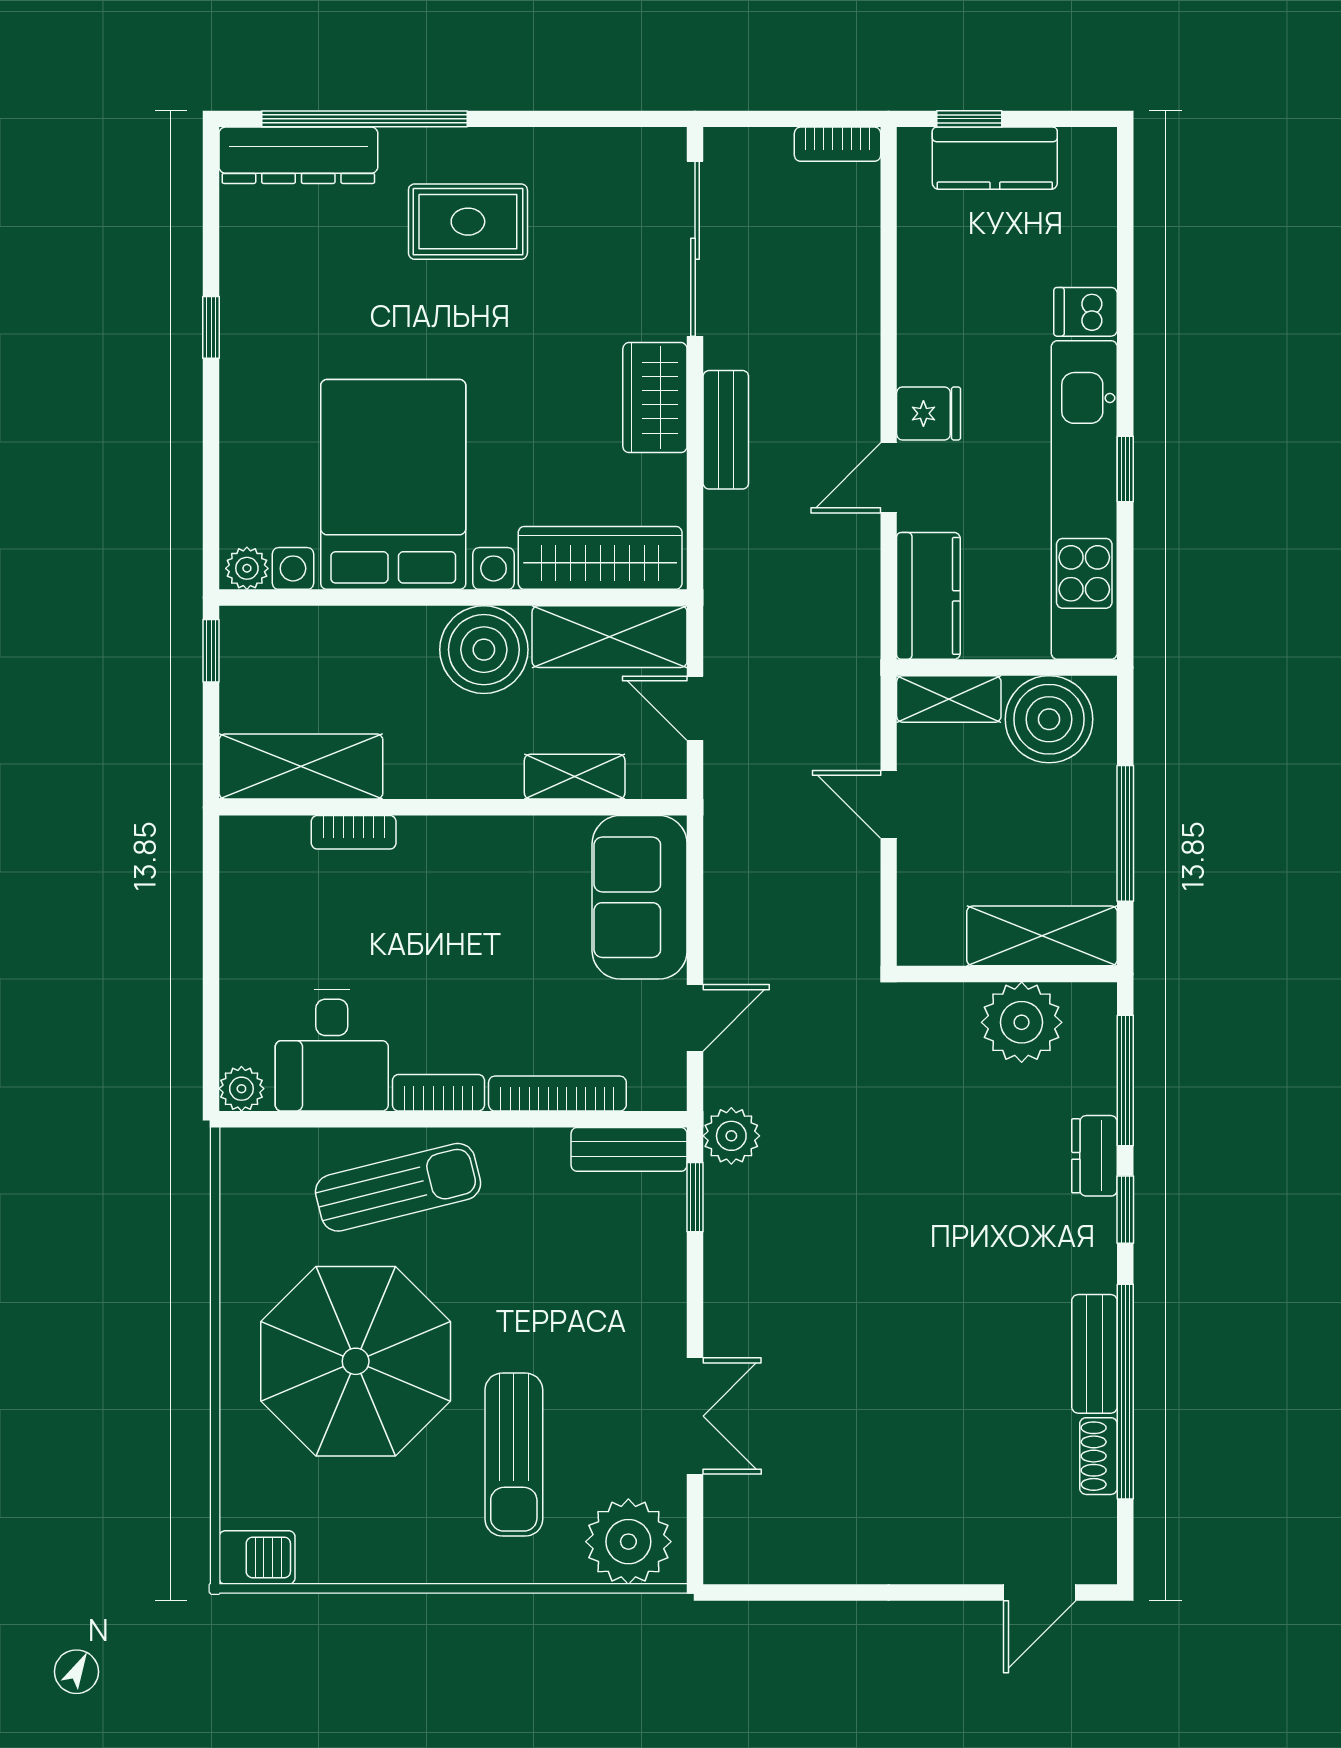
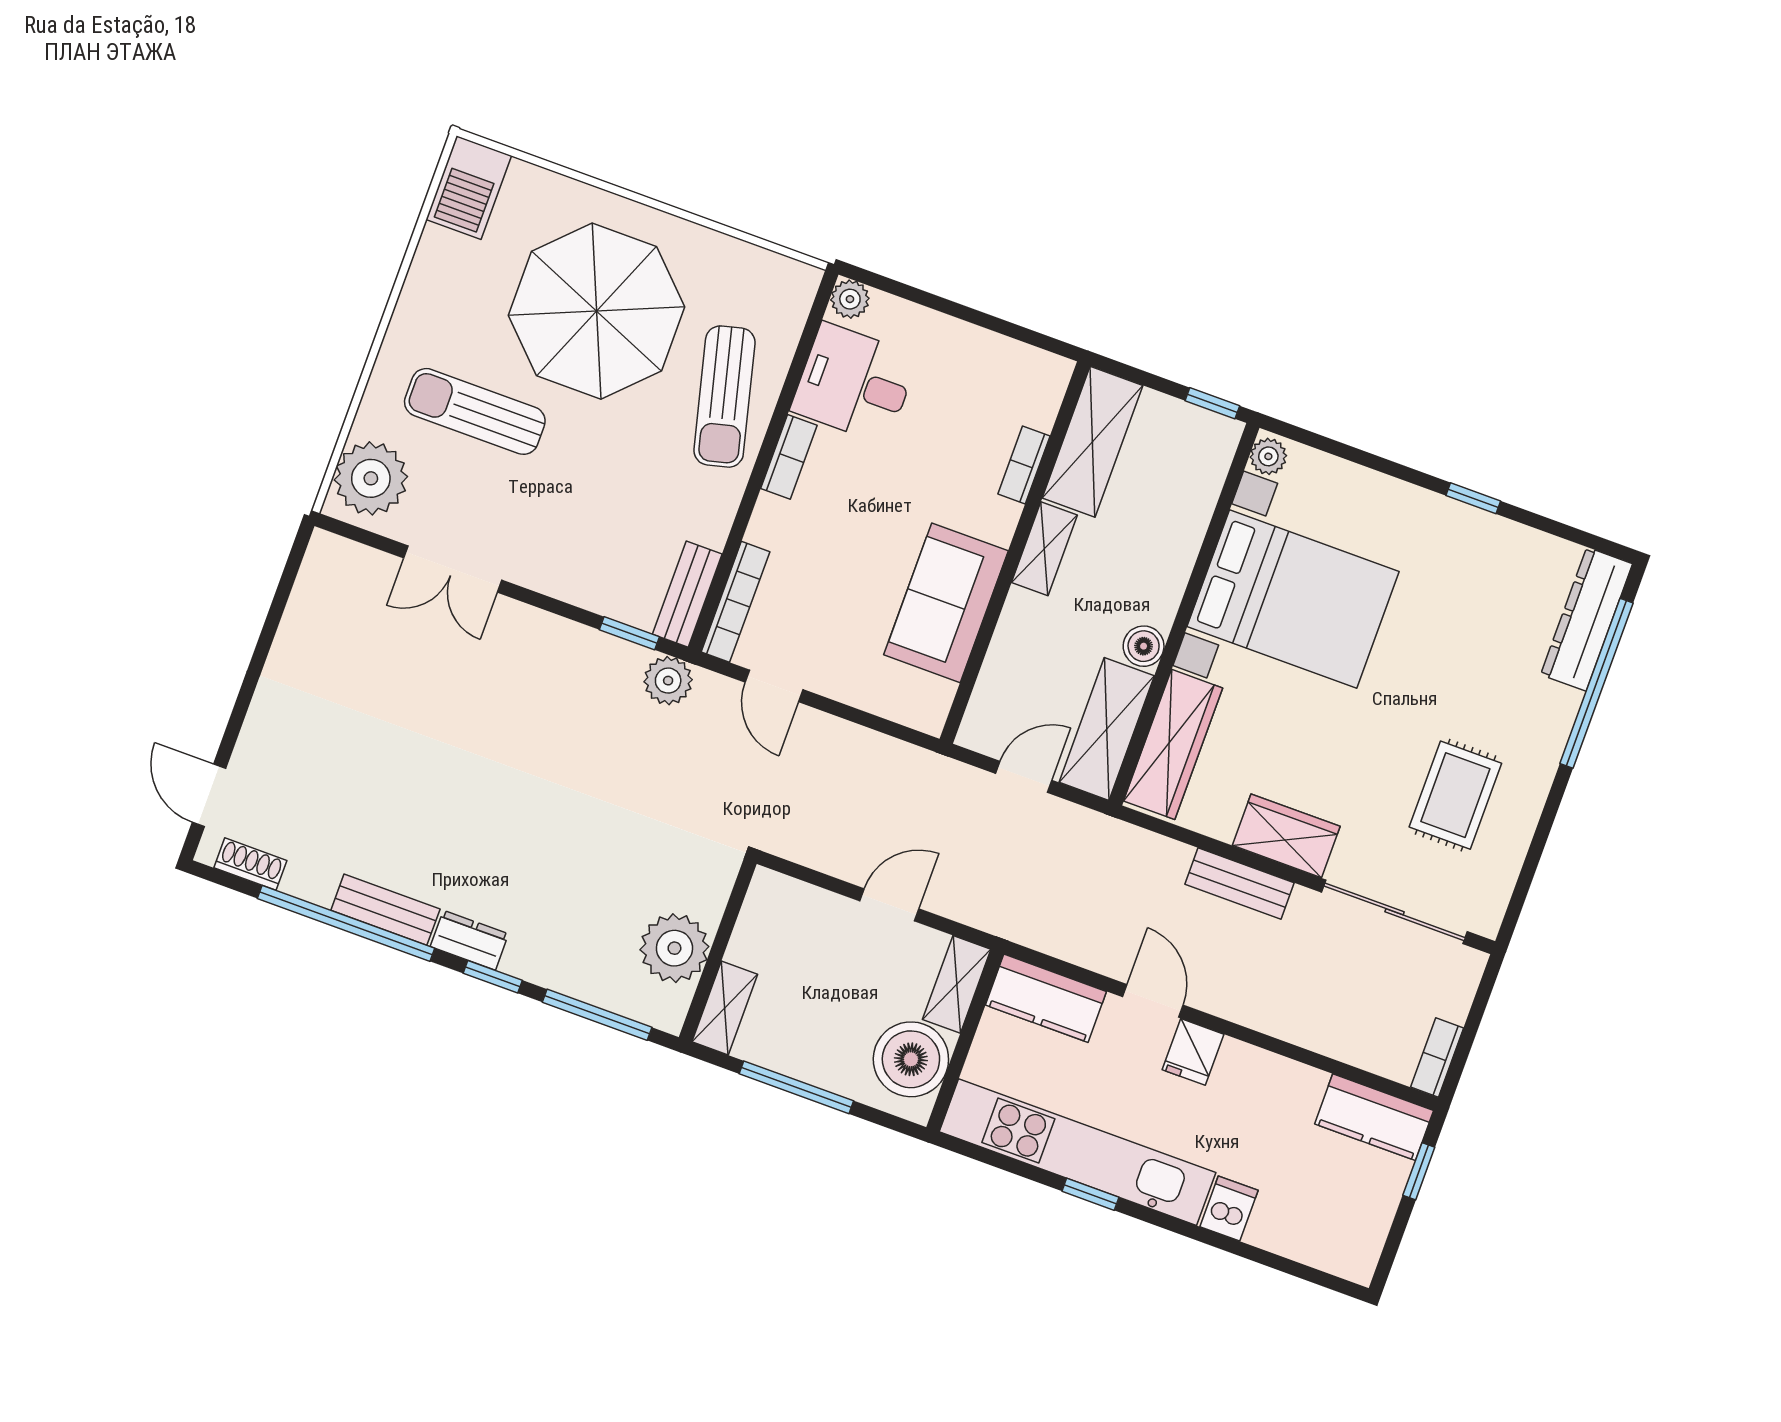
kitchen counter: (995, 158) -> (1374, 1117), moved, turned -90
rug: (468, 222) -> (1455, 795), moved
boiler: (484, 650) -> (1144, 646), width x0.54, depth x0.54
shelving: (575, 777) -> (1044, 549), moved
sofa: (640, 897) -> (946, 603), moved, turned -90
shelving: (1042, 936) -> (725, 1008), width x0.67, depth x0.75
bookcase: (557, 1094) -> (735, 602), moved
dresser: (1095, 1156) -> (469, 940), moved
shoe rack: (1098, 1456) -> (250, 864), moved
barbecue: (257, 1557) -> (469, 188), width x1.38, depth x1.27

